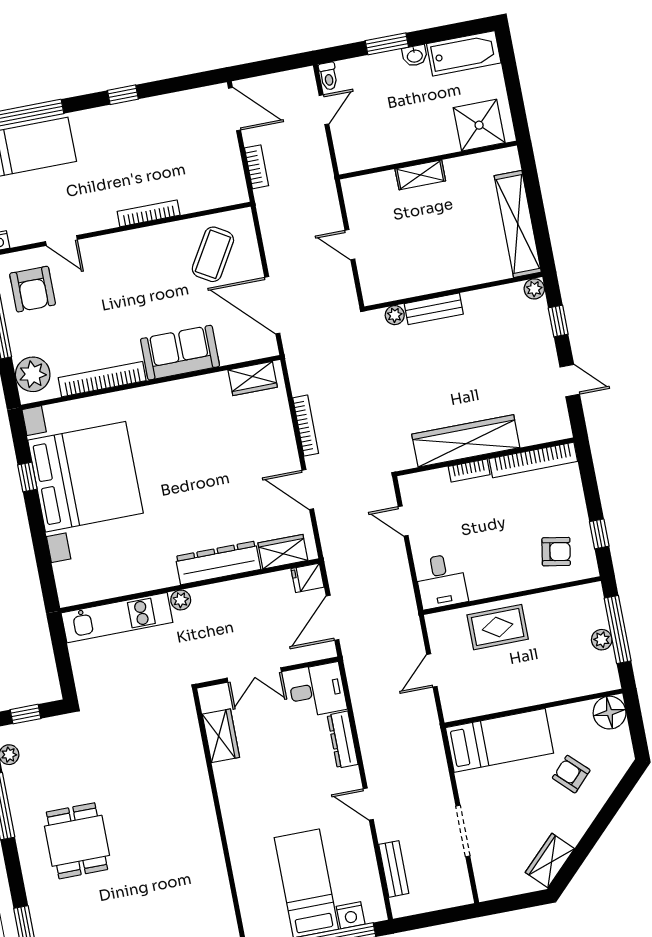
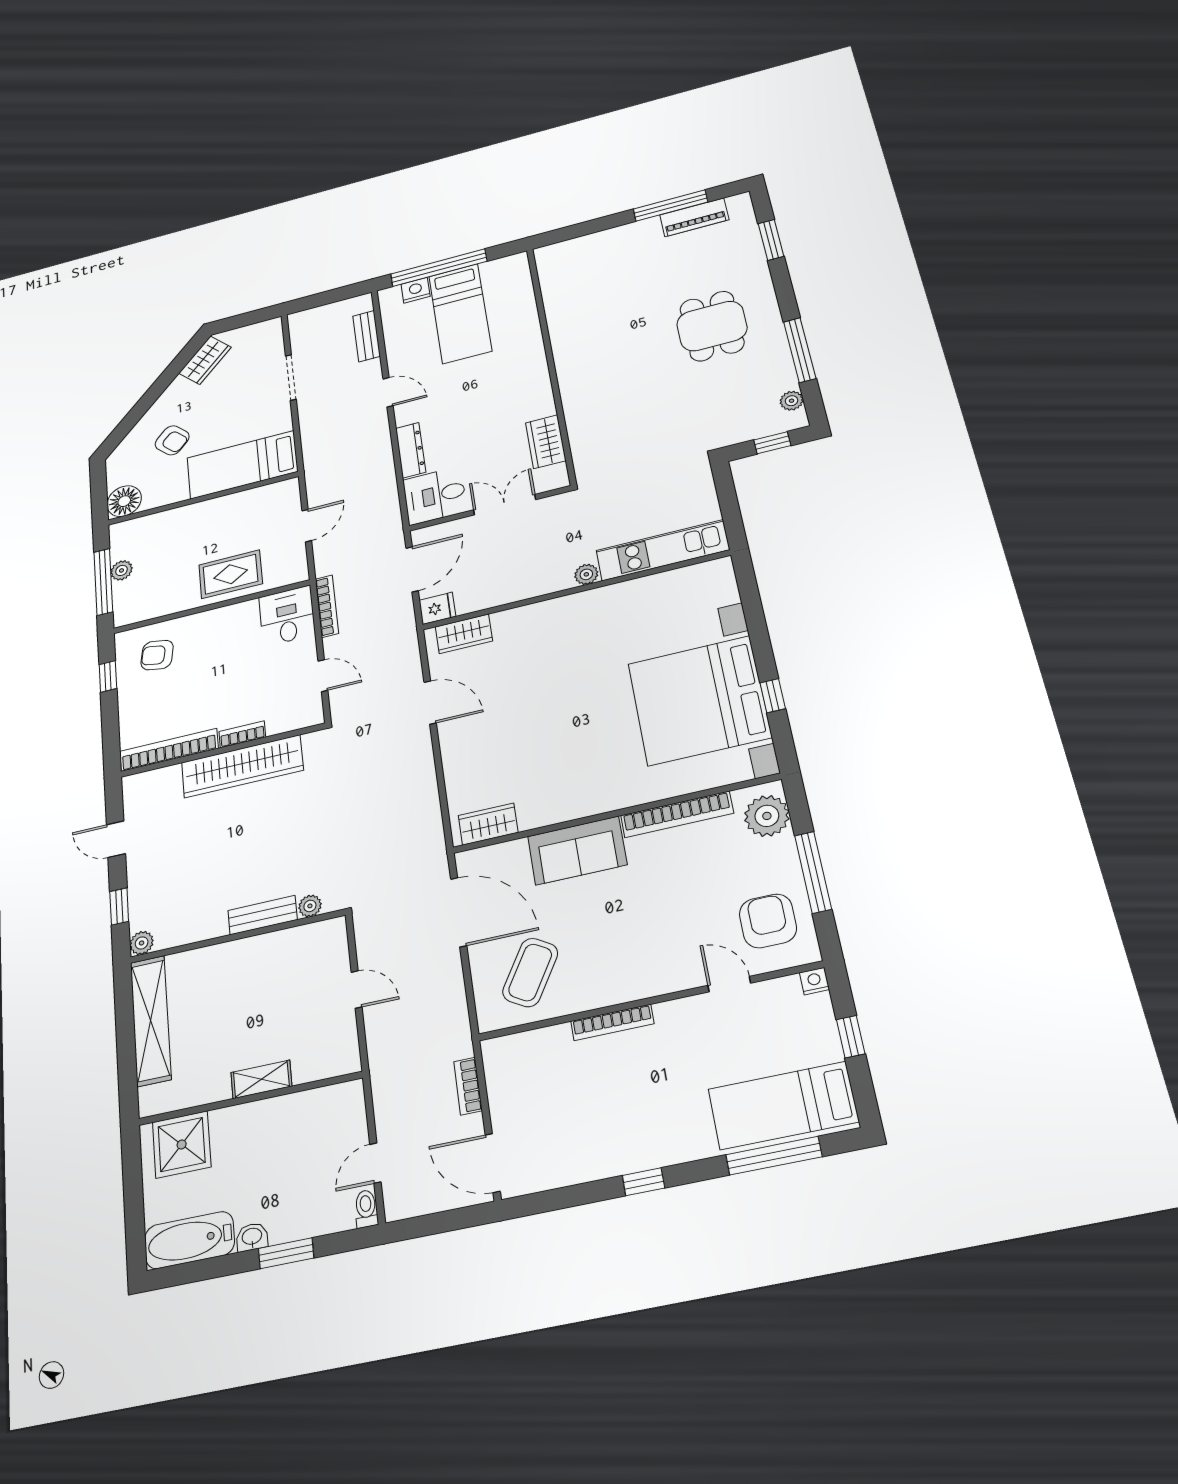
bookcase: (306, 426) -> (327, 606), moved, turned 180
dresser: (218, 563) -> (541, 617), removed

